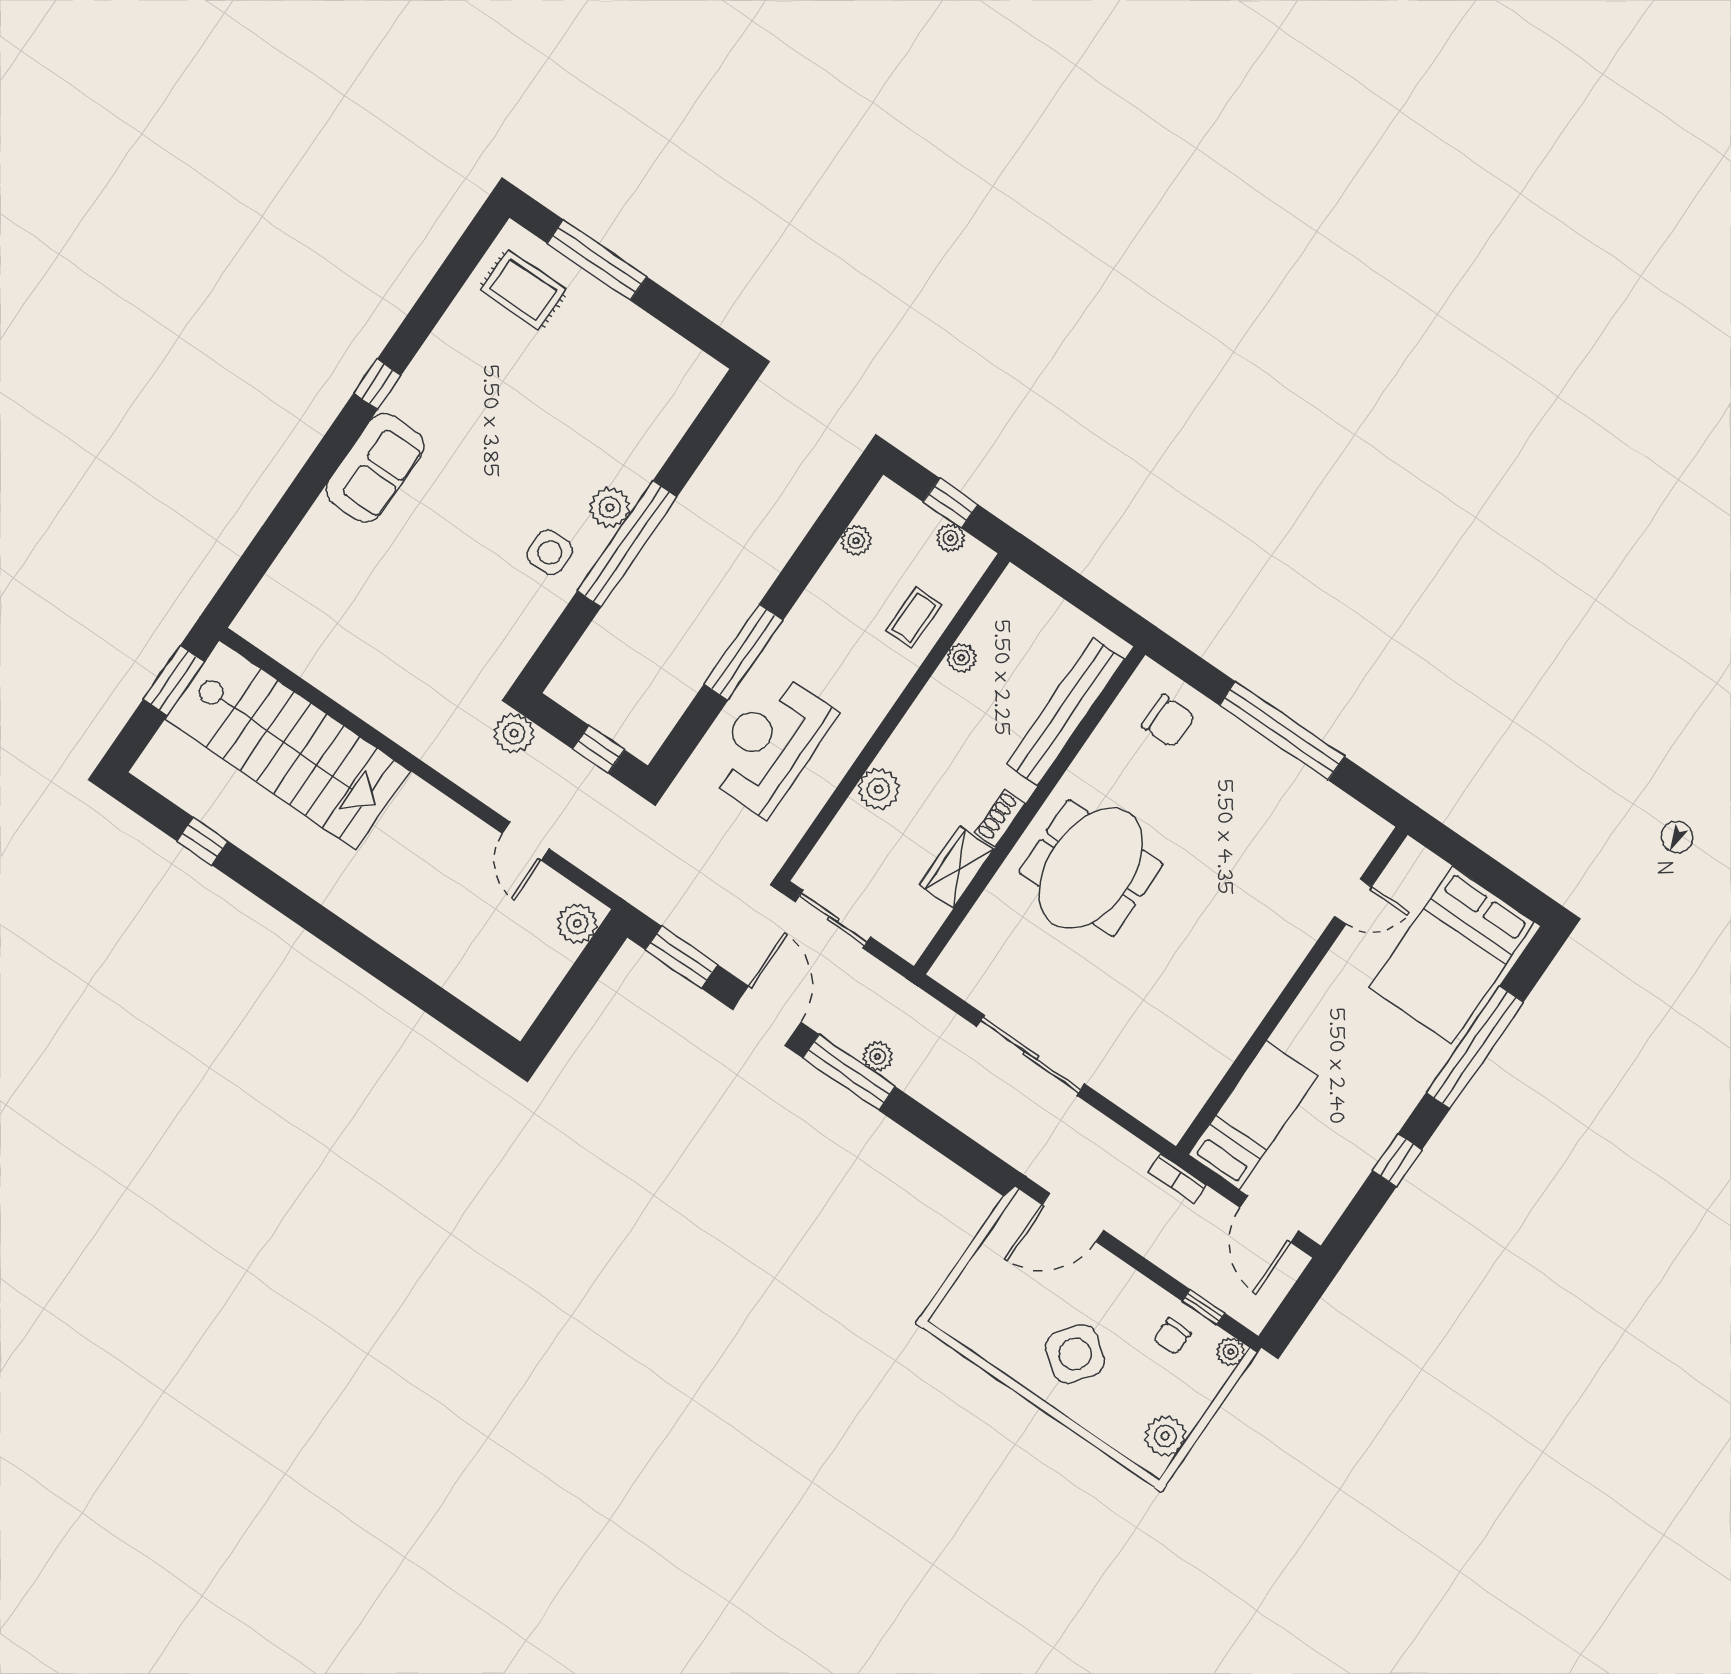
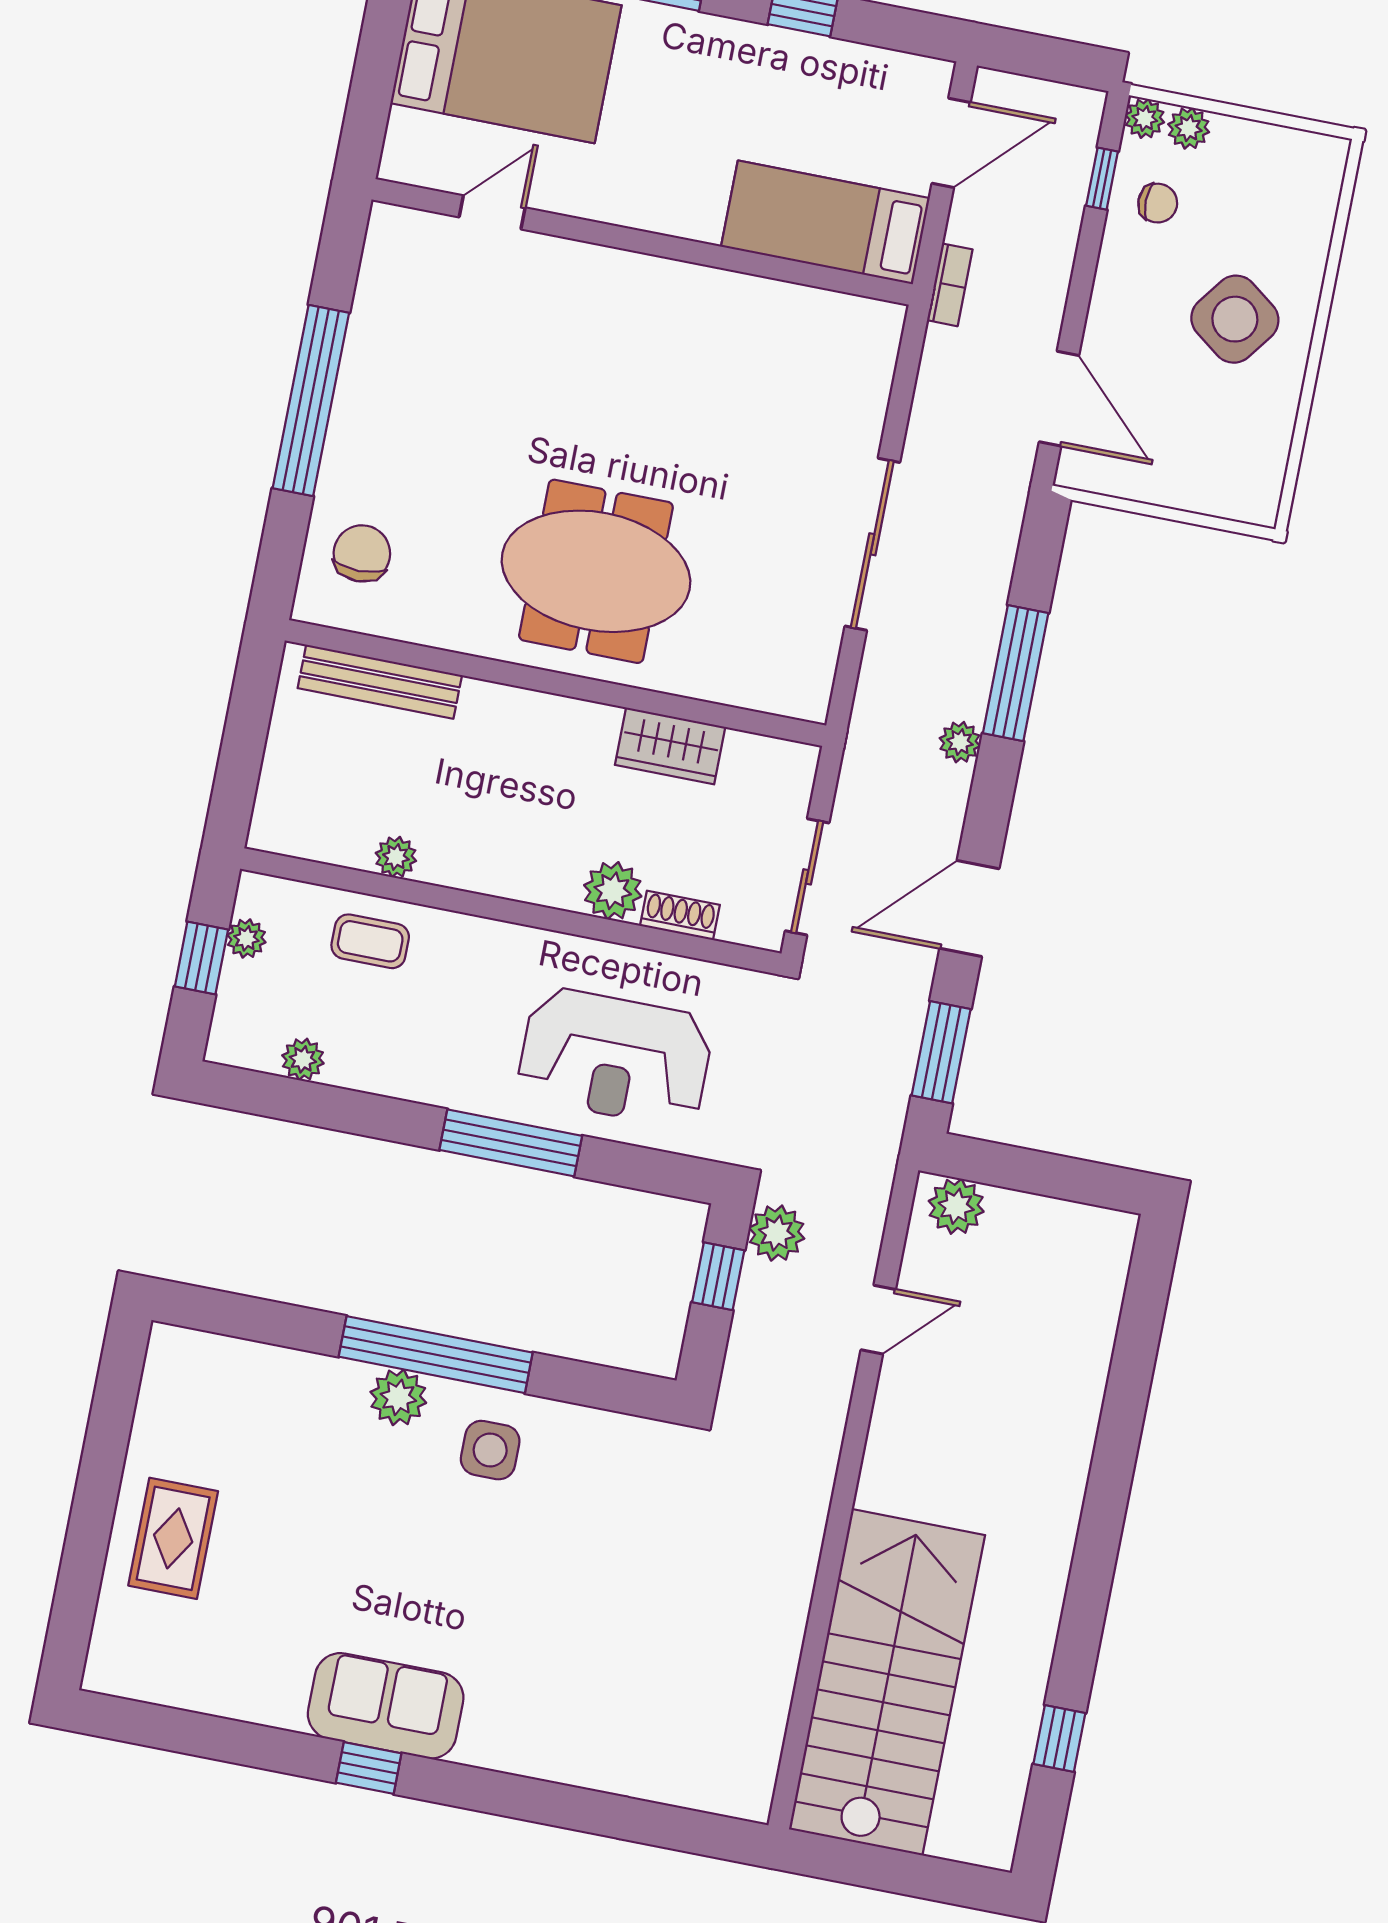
window: (597, 260) -> (85, 1553), removed
rug: (523, 290) -> (173, 1538), moved
sofa: (375, 468) -> (386, 1706), moved
window: (174, 681) -> (867, 1866), removed
bench: (1065, 712) -> (380, 682), width x0.73, depth x0.82
plant: (514, 733) -> (777, 1233), moved
shoe rack: (1000, 818) -> (680, 915), moved, turned 180
door: (1353, 902) -> (492, 212), hinge flipped
window: (849, 1072) -> (1016, 673), moved
plant: (1165, 1436) -> (1189, 128), moved, width x0.73, depth x0.73

